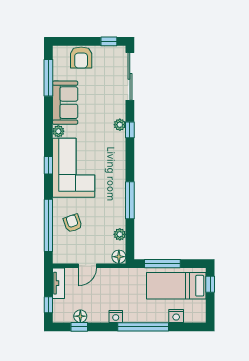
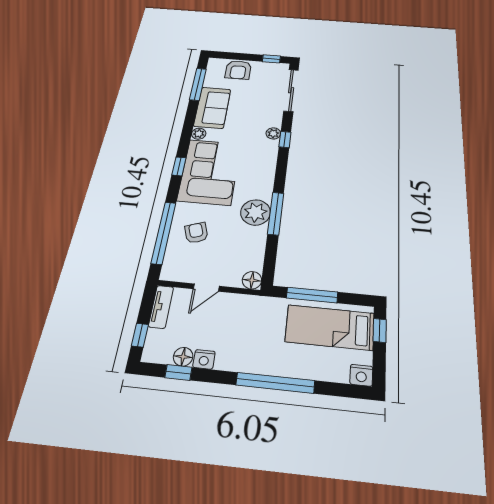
plant: (120, 234) -> (256, 212), moved, width x1.88, depth x1.88
nightstand: (116, 316) -> (204, 359), moved
nightstand: (176, 316) -> (361, 375), moved

